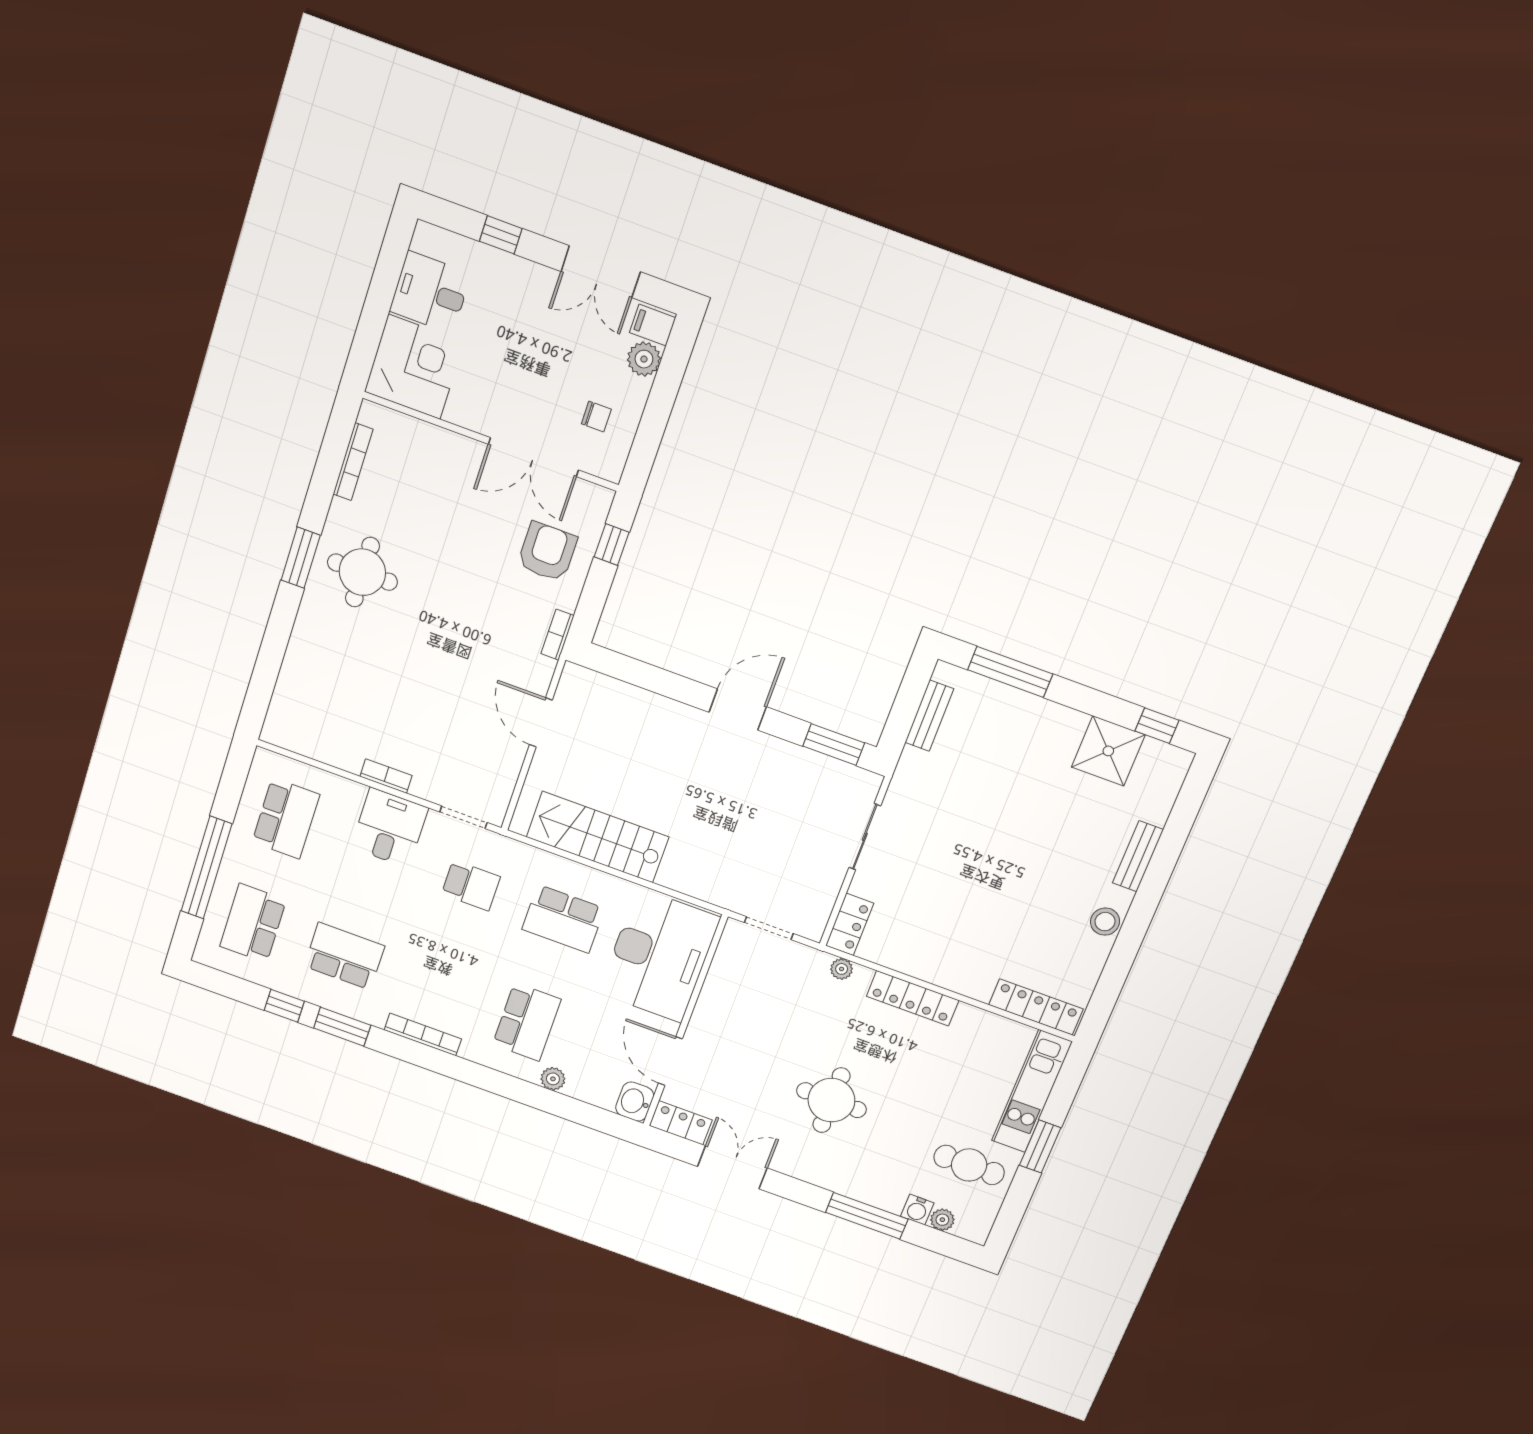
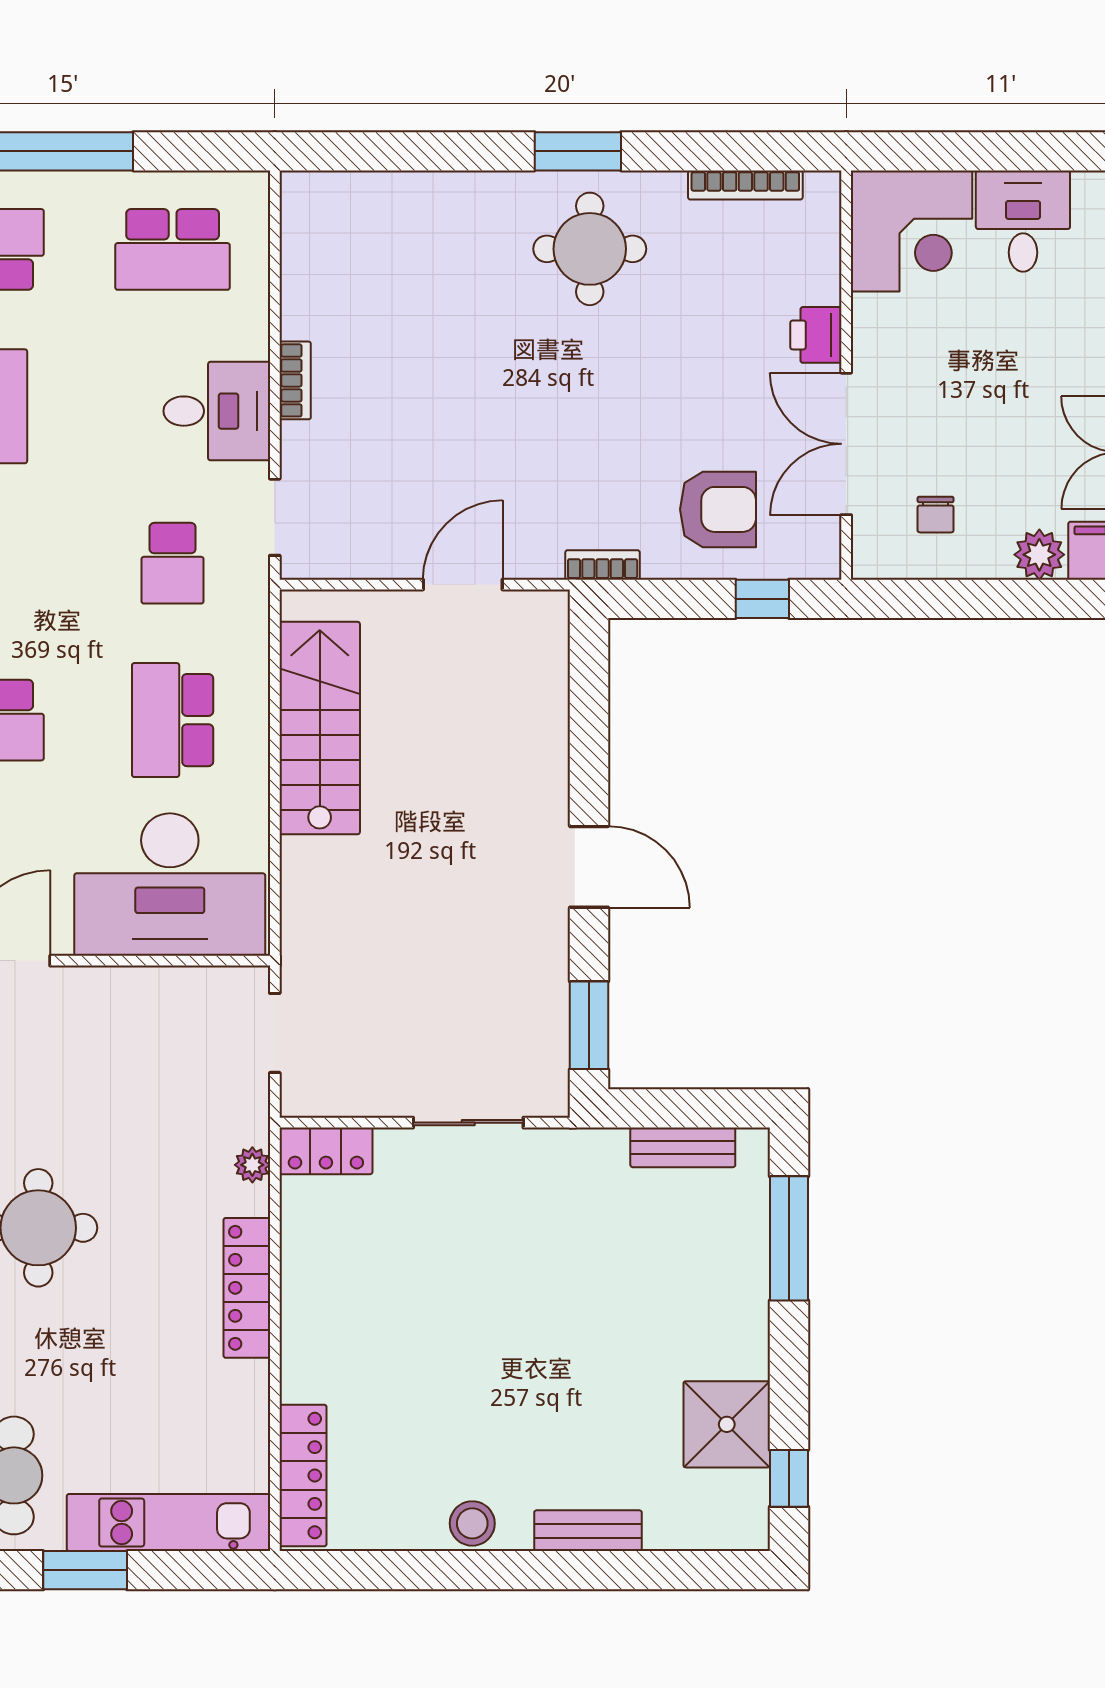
printer: (460, 451) -> (816, 335), added

